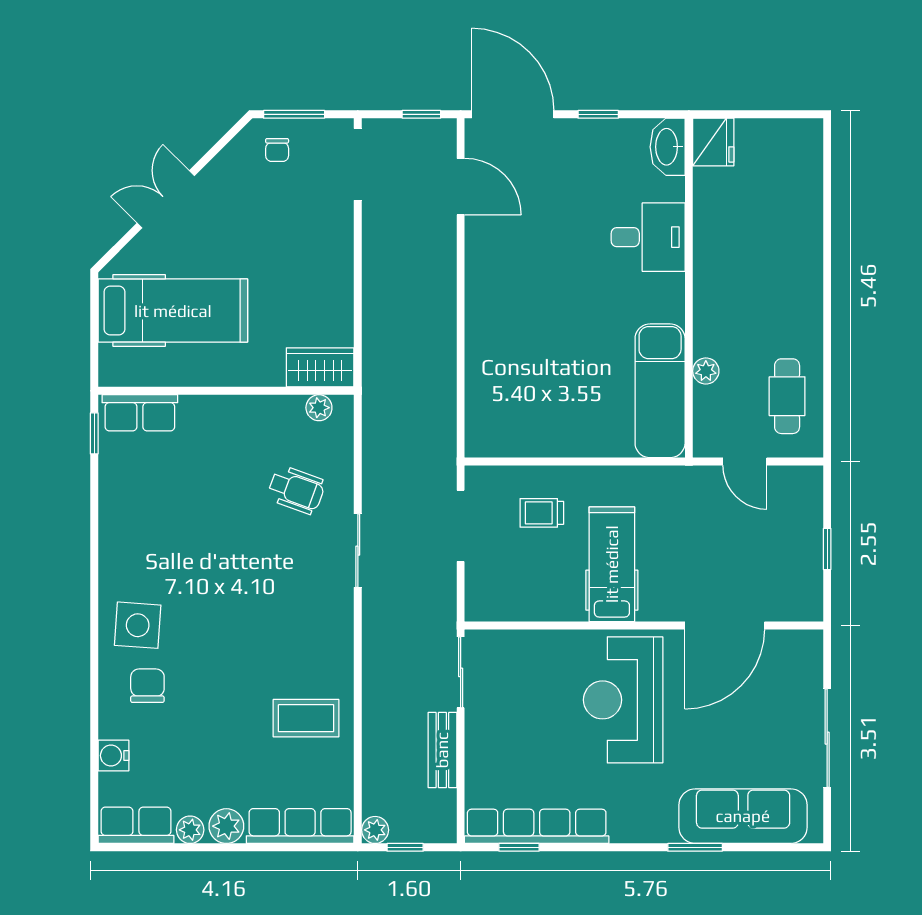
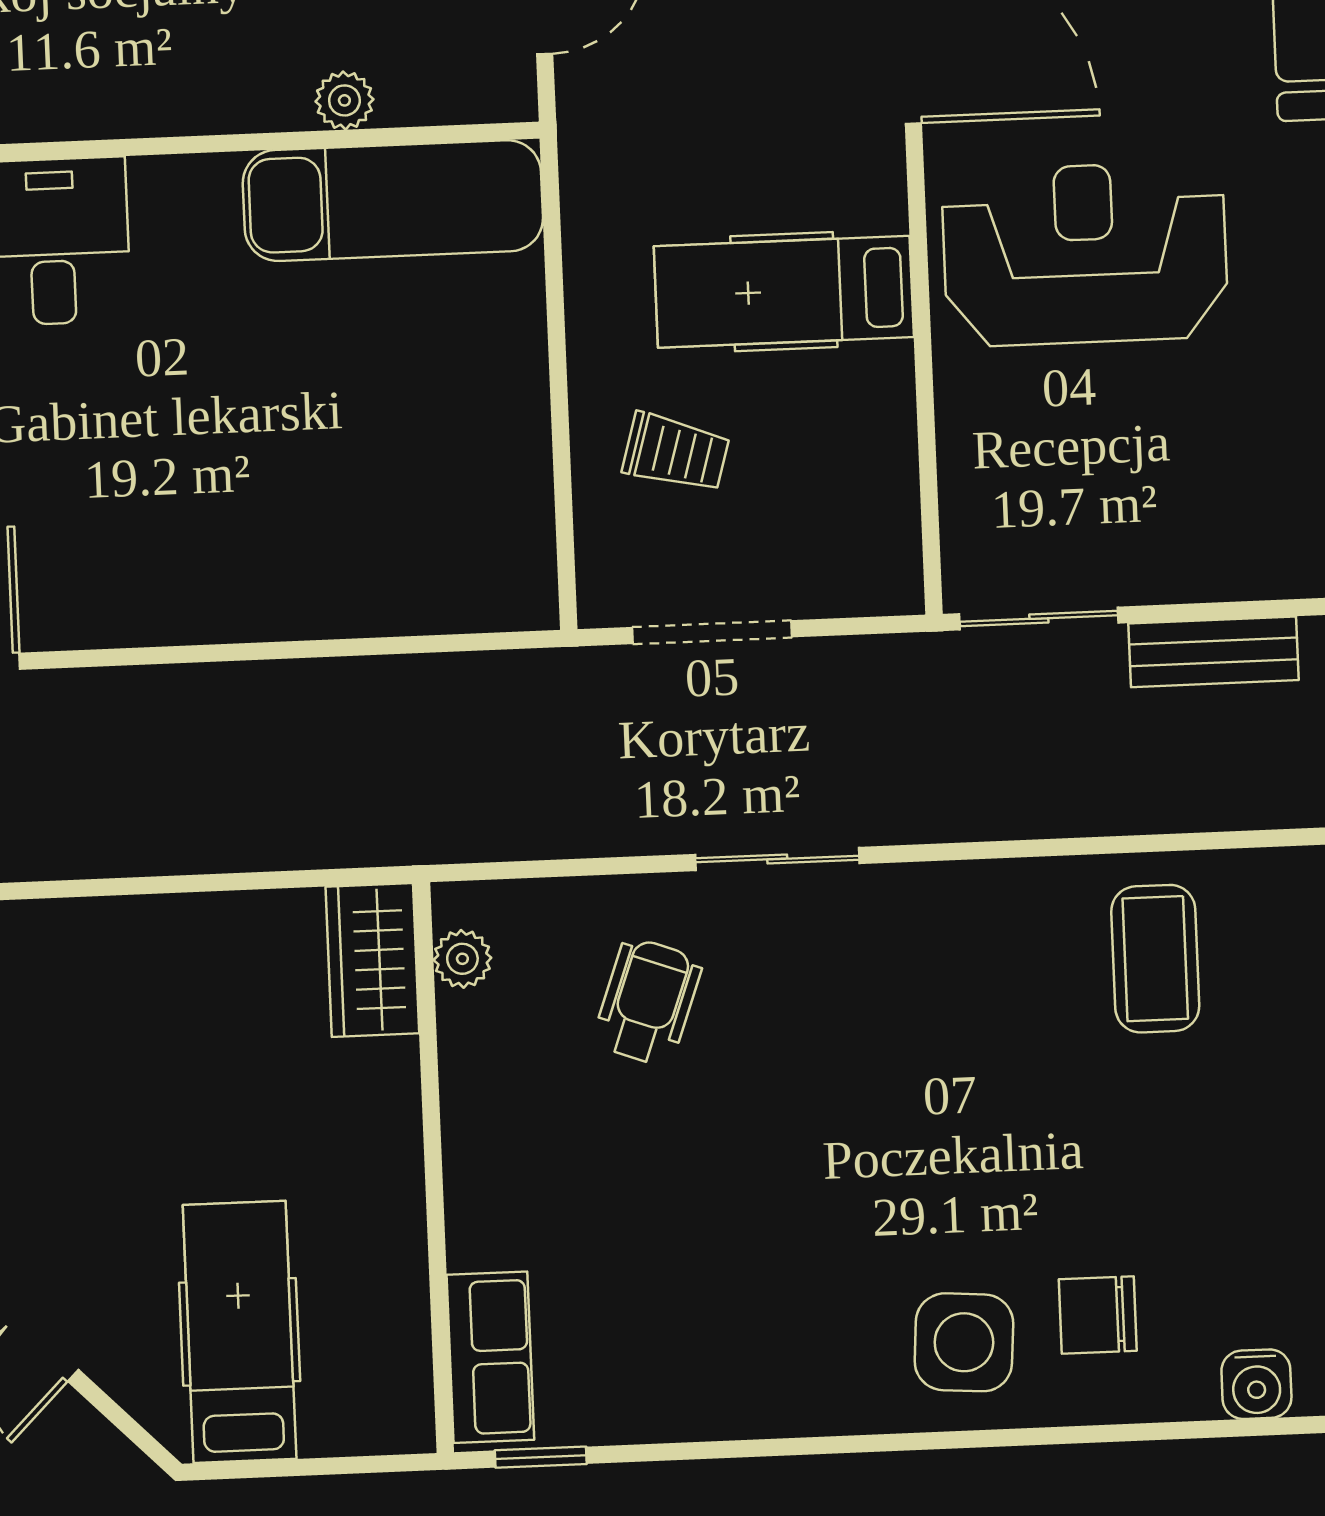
hospital bed: (173, 311) -> (240, 1332), width x0.73, depth x0.78
trolley: (542, 513) -> (676, 453), turned -74
reception desk: (623, 700) -> (1085, 254), turned 180

